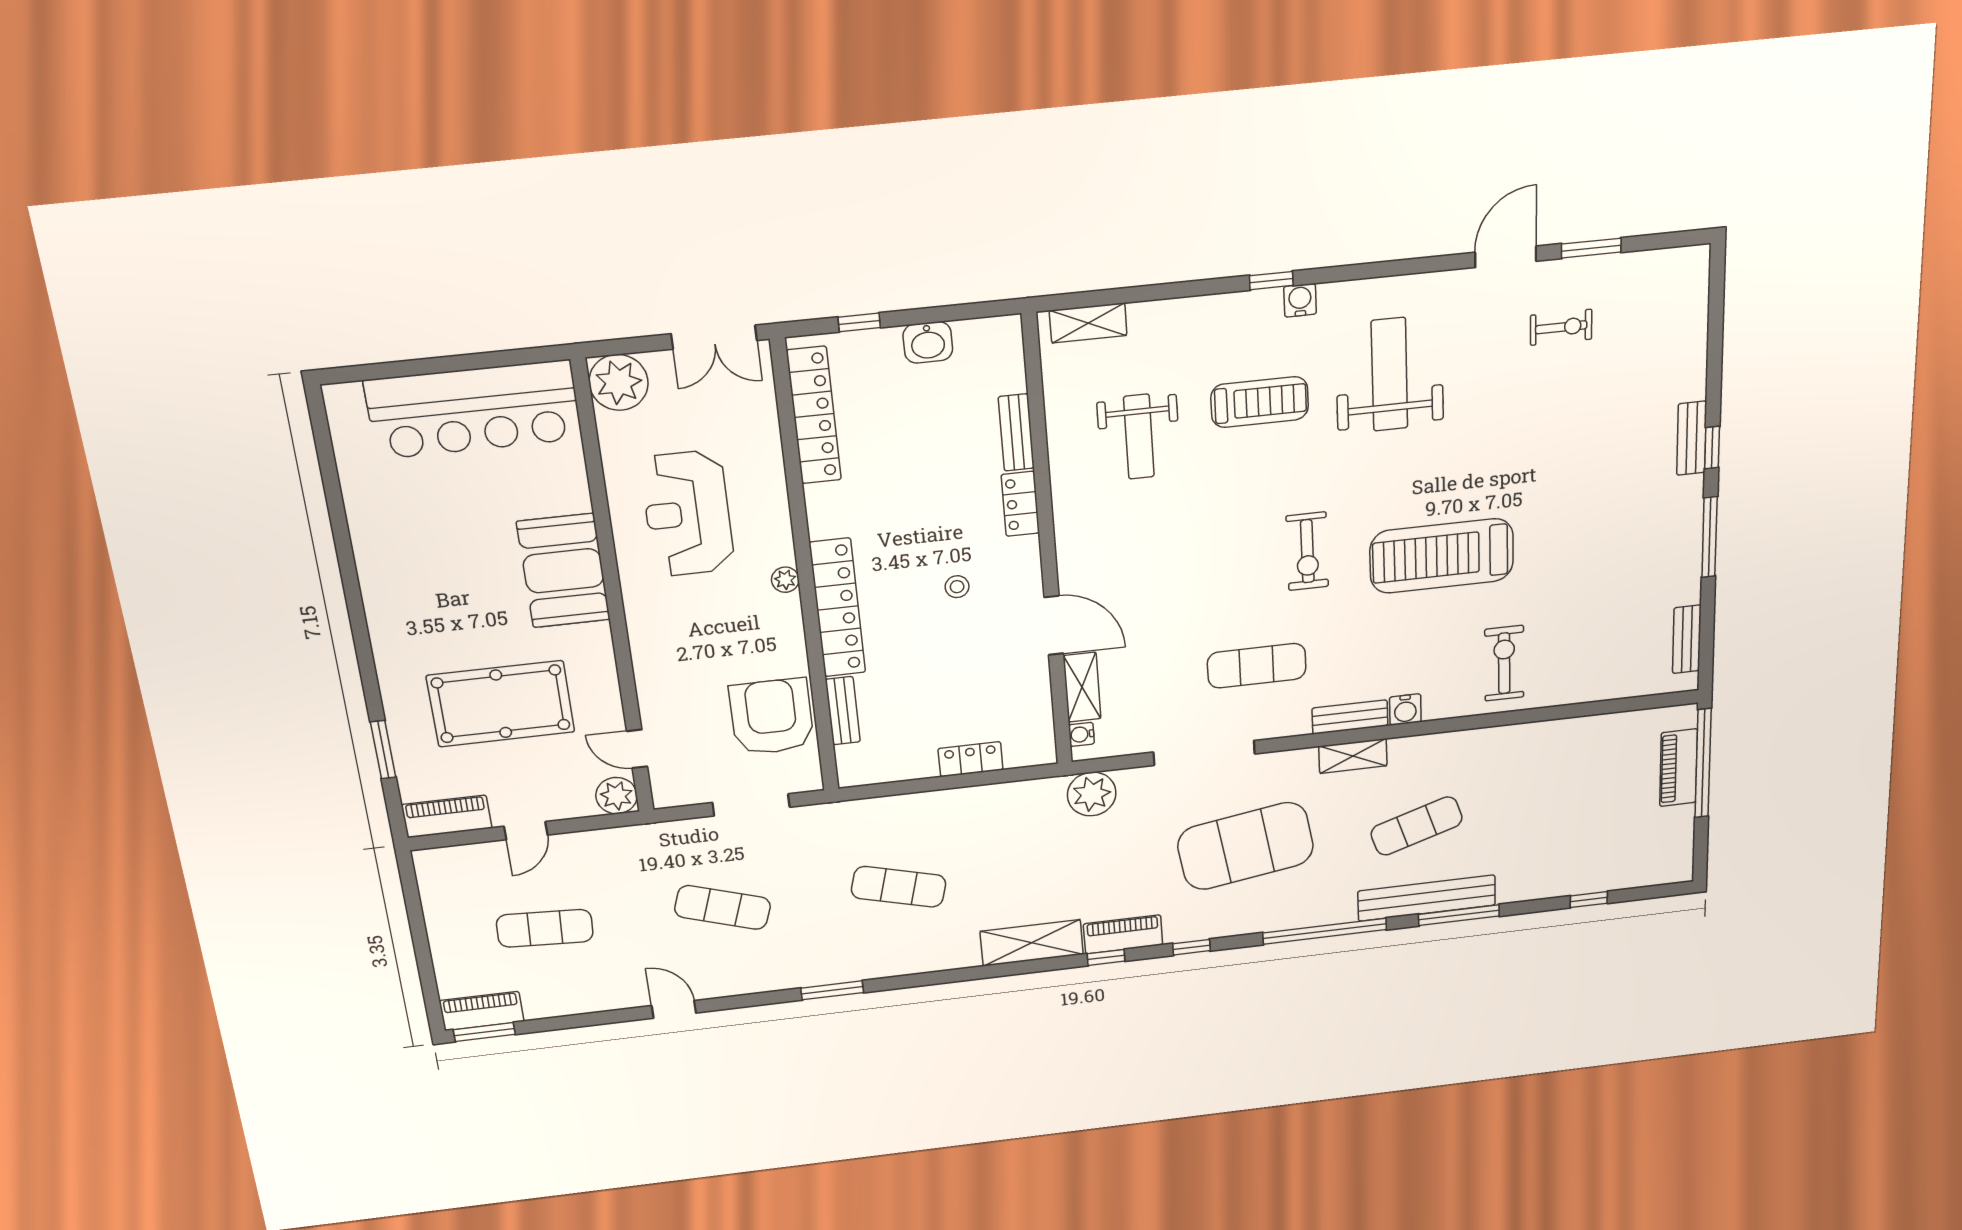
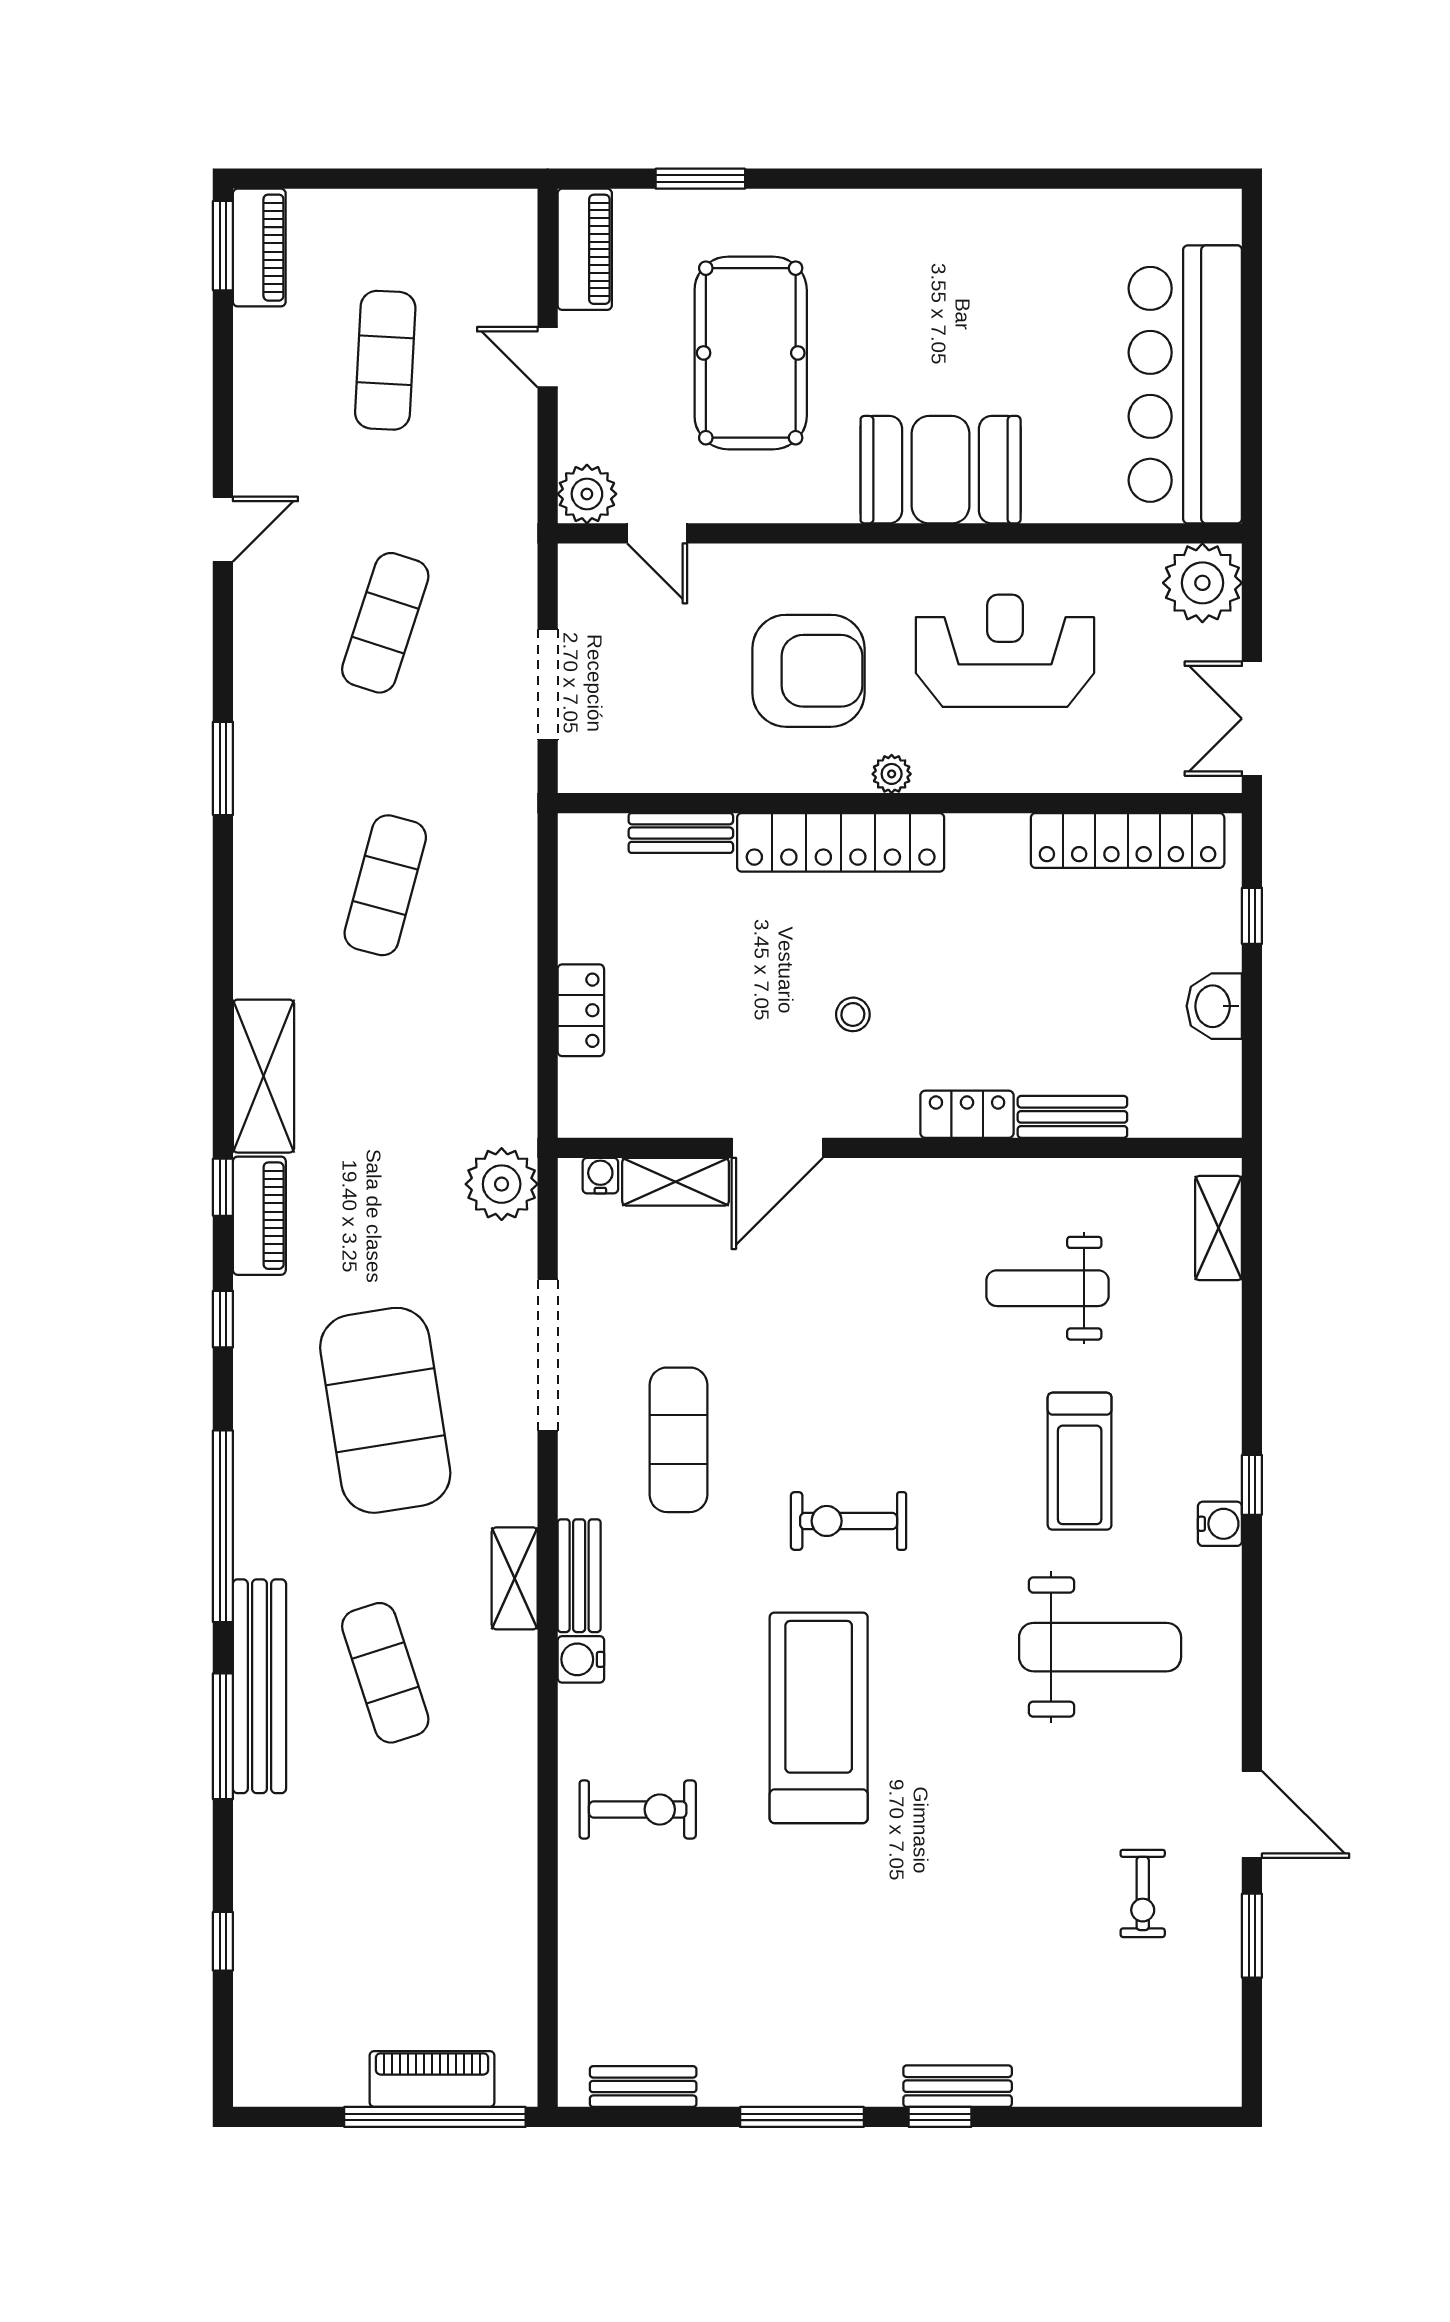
armchair: (772, 717) -> (809, 671), moved
door: (637, 749) -> (657, 533), swing flipped

